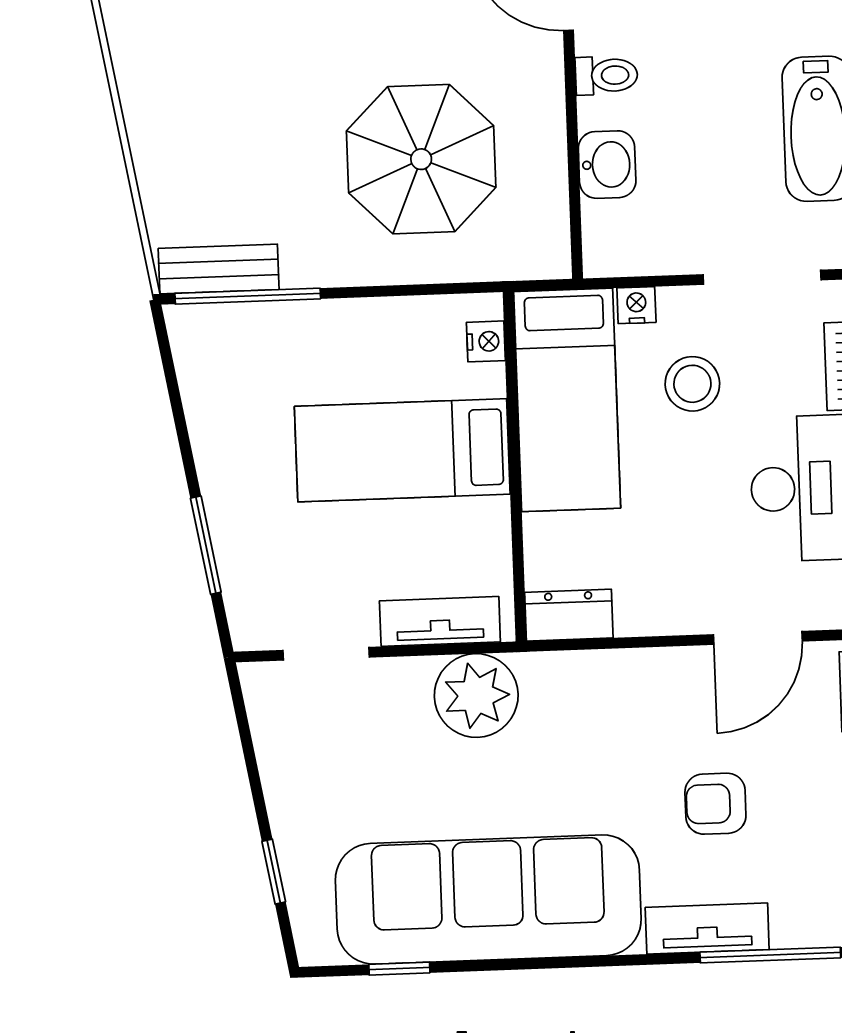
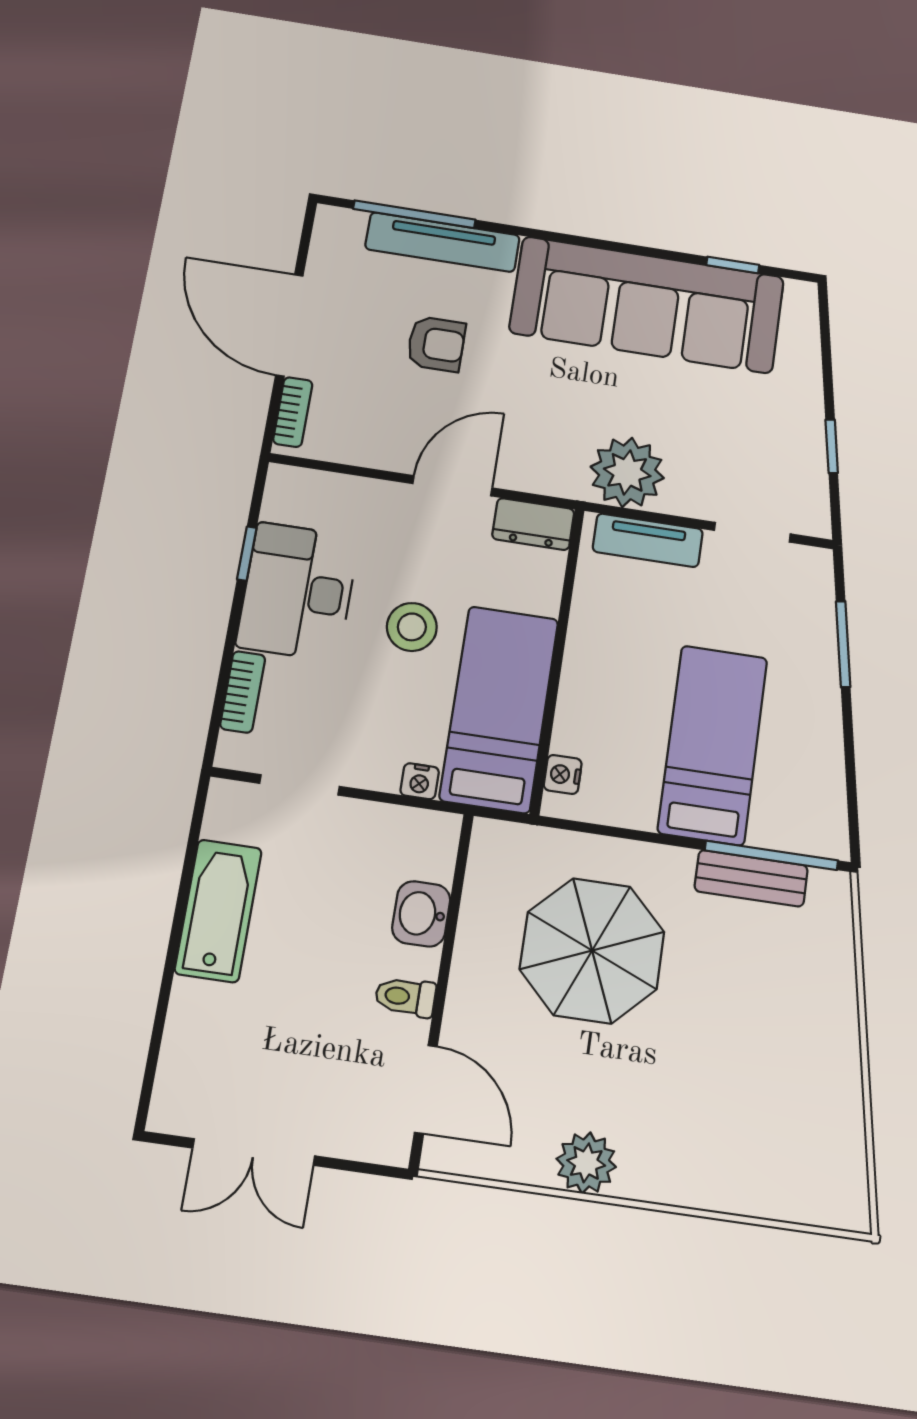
bench: (219, 269) -> (751, 878), moved
doorway: (762, 277) -> (299, 785), width x0.73
stool: (692, 384) -> (412, 627), moved
bed: (402, 450) -> (713, 745), moved, turned -90
door: (758, 638) -> (452, 486), moved
window: (274, 872) -> (832, 446), moved
tv unit: (707, 929) -> (442, 242), width x1.41

